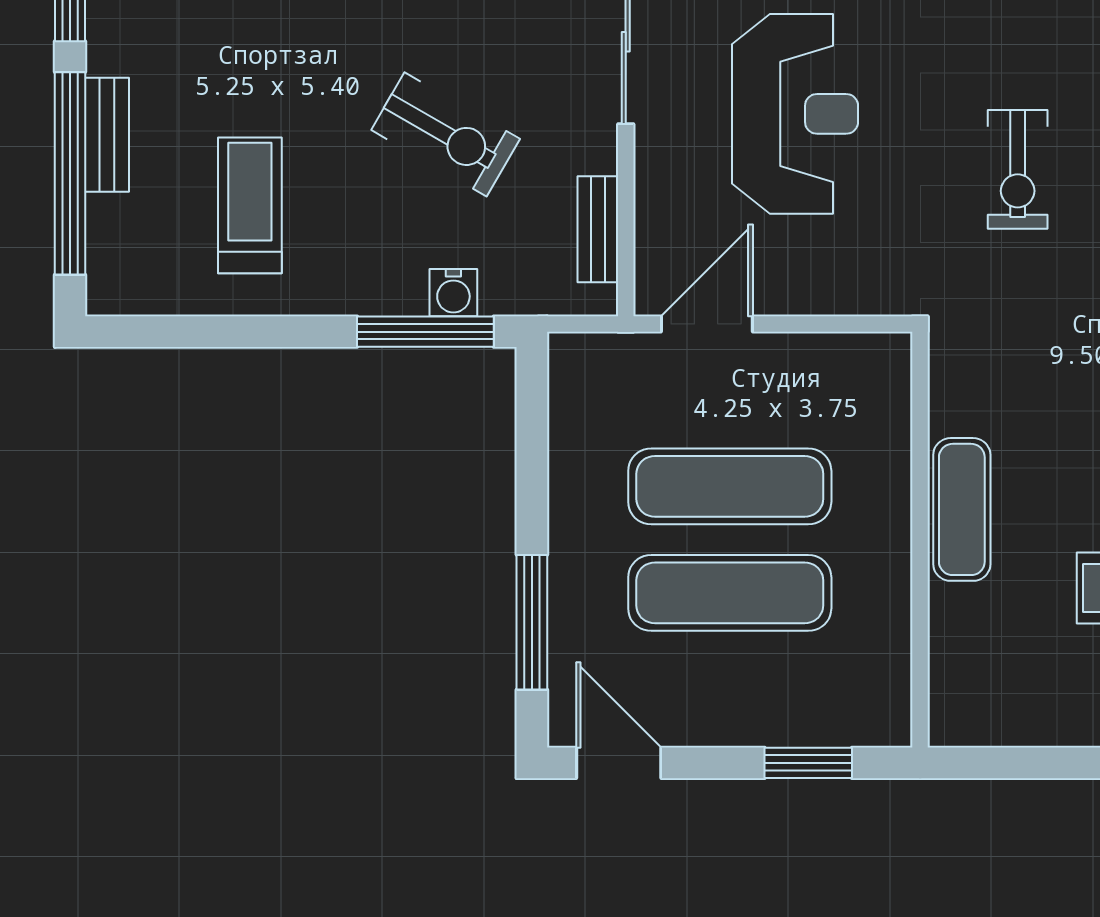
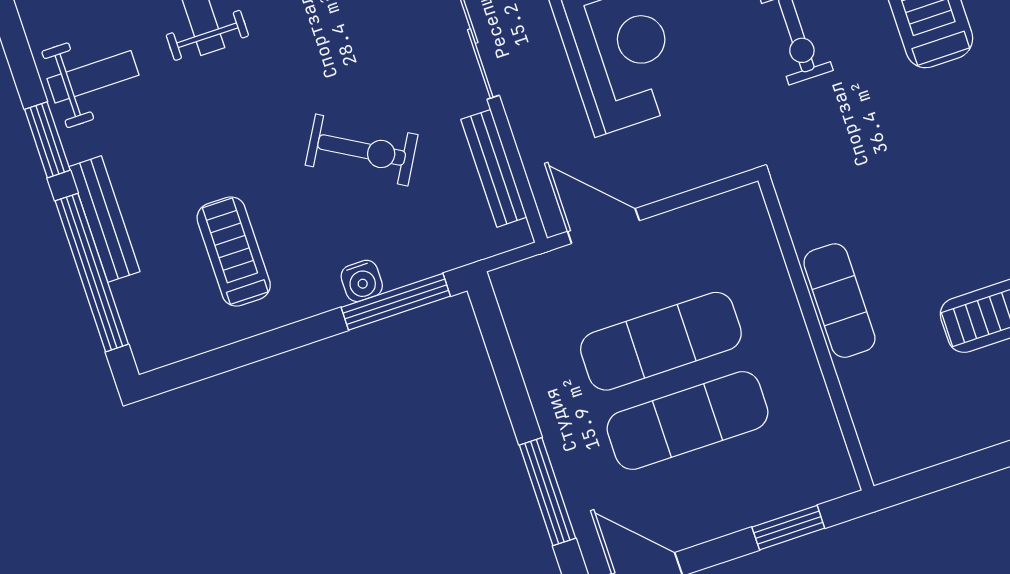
bench: (107, 135) -> (104, 219), width x1.36
bench: (598, 229) -> (494, 168), width x1.36
water cooler: (453, 293) -> (362, 281), moved
door: (707, 324) -> (603, 226), hinge flipped

